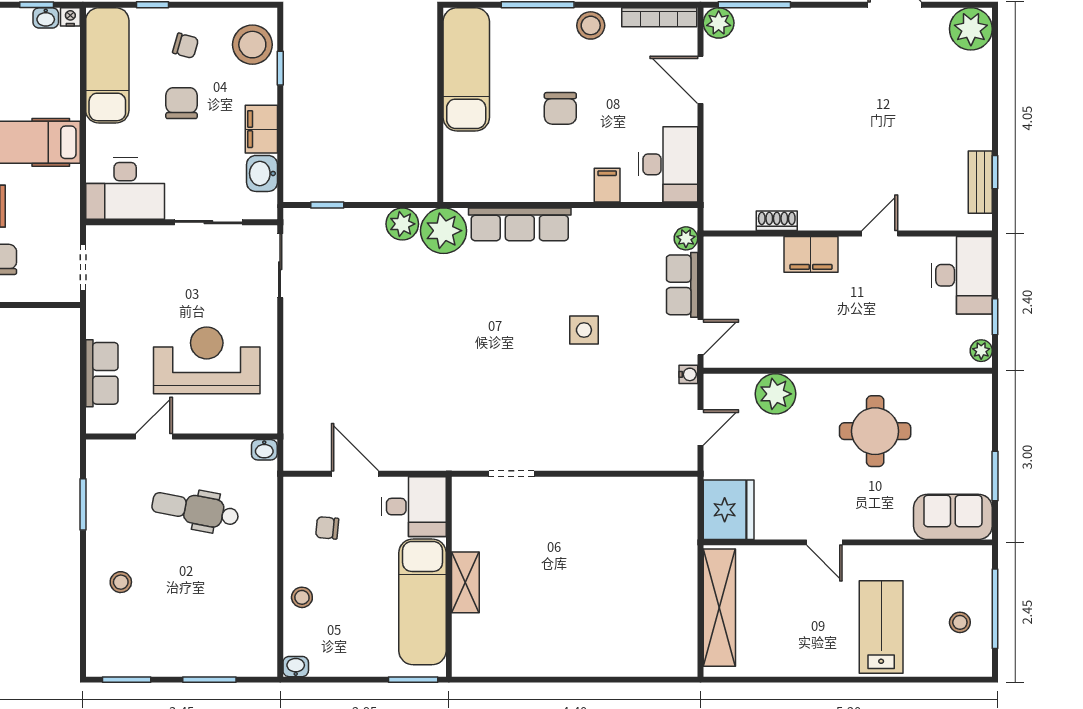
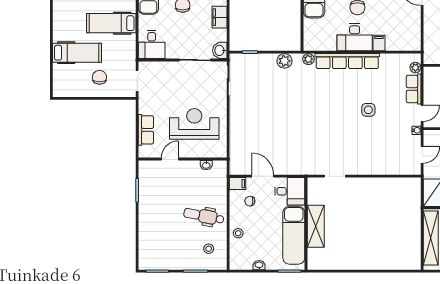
desk: (668, 164) -> (355, 37), moved, turned 90
washbasin: (262, 173) -> (220, 50), moved
desk: (125, 188) -> (152, 44), width x0.73
row of seats: (520, 224) -> (347, 61), width x1.36
plant: (444, 231) -> (308, 59), width x0.53, depth x0.53
washbasin: (264, 450) -> (206, 165), moved
filing cabinet: (301, 490) -> (238, 184), added
dental chair: (195, 510) -> (204, 216), moved
stool: (121, 582) -> (209, 249), moved
shelving: (465, 582) -> (316, 226), width x1.50, depth x1.33
washbasin: (296, 667) -> (259, 265), moved

